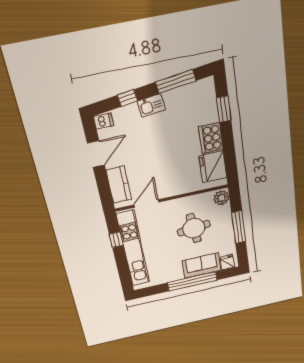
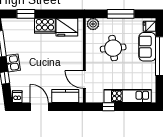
kitchen unit: (133, 249) -> (128, 96), width x0.73

